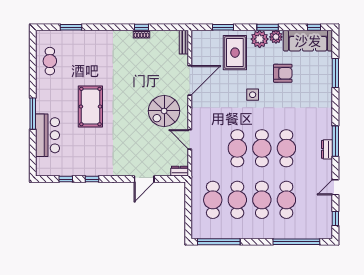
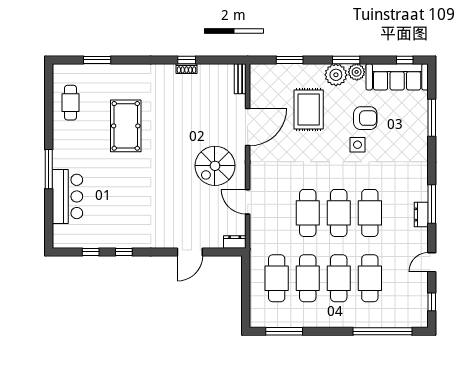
rug: (235, 53) -> (309, 110), moved
side table: (253, 95) -> (358, 145), moved
pool table: (90, 107) -> (126, 126), moved
window: (219, 242) -> (284, 331), width x0.68

